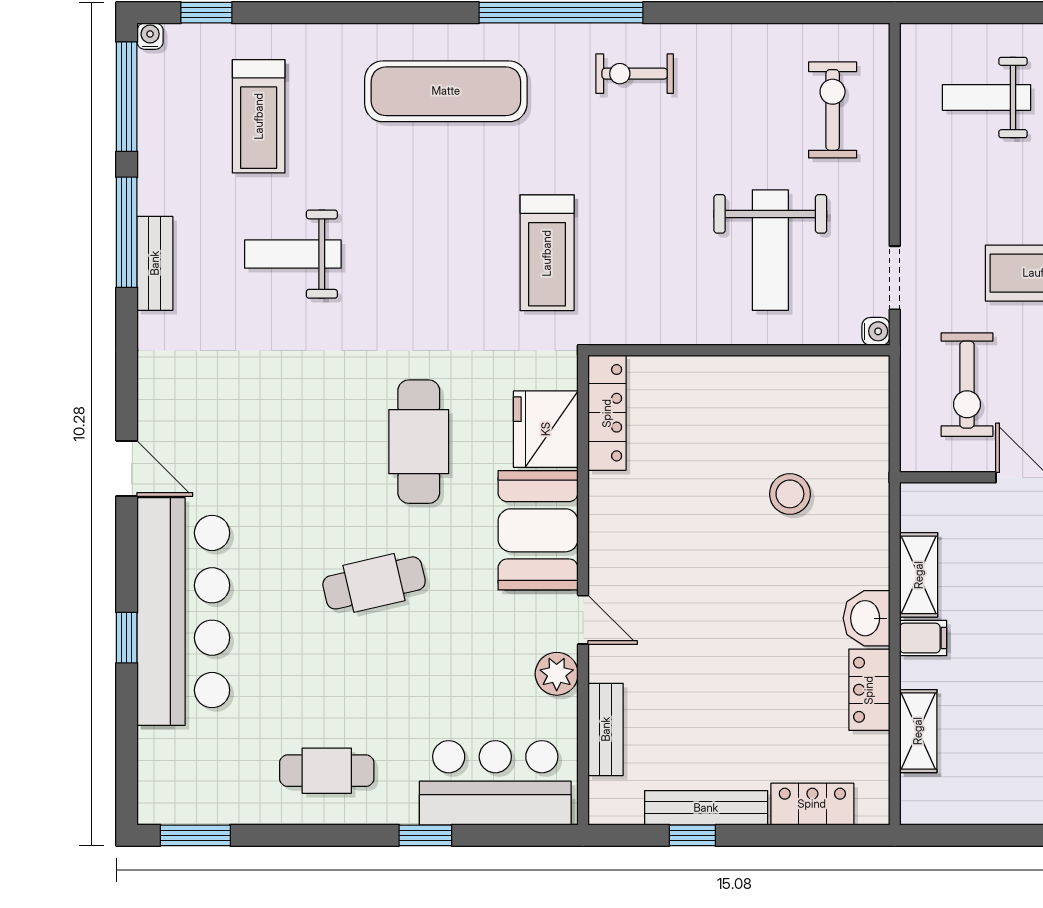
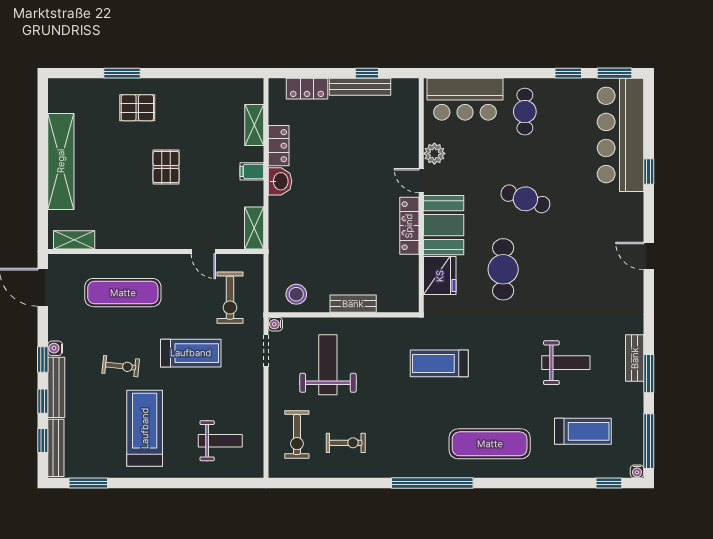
exercise bike: (635, 74) -> (346, 443), moved
treadmill: (259, 116) -> (583, 431), turned 90
window: (127, 232) -> (649, 374), width x0.69
treadmill: (547, 253) -> (439, 363), turned -90
exercise bike: (967, 385) -> (230, 298), turned 180
locker: (607, 413) -> (409, 226), moved
stool: (790, 494) -> (296, 294), moved
shelving: (919, 575) -> (254, 228), moved
cafe table: (374, 583) -> (525, 199), turned 32
bar counter: (183, 612) -> (620, 135), moved
bench: (606, 729) -> (353, 304), moved, turned 90
cafe table: (327, 771) -> (525, 112), moved, turned 90
window: (425, 835) -> (568, 73), moved

